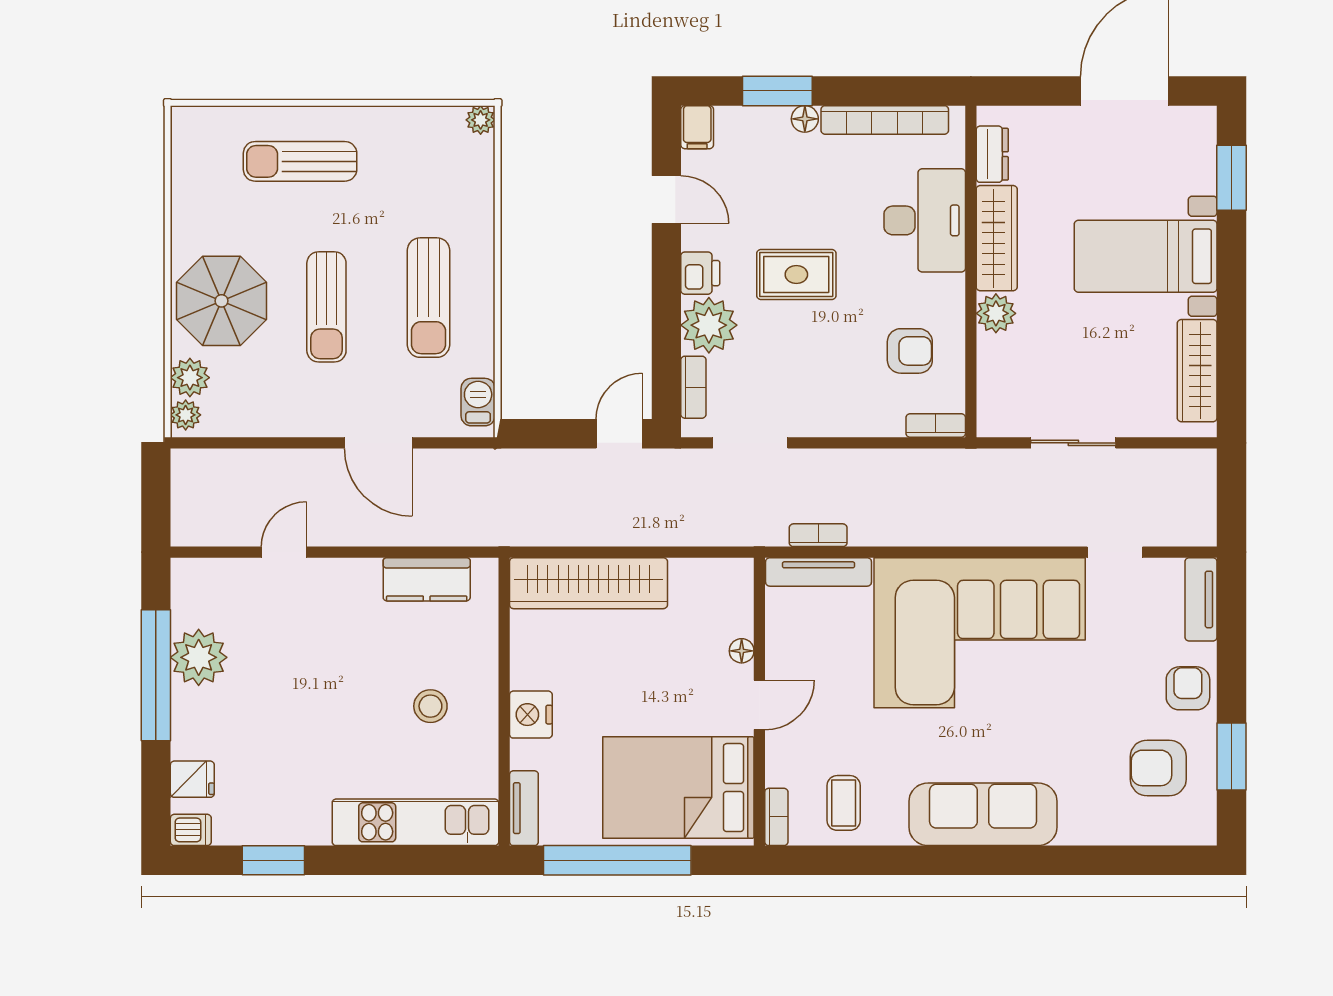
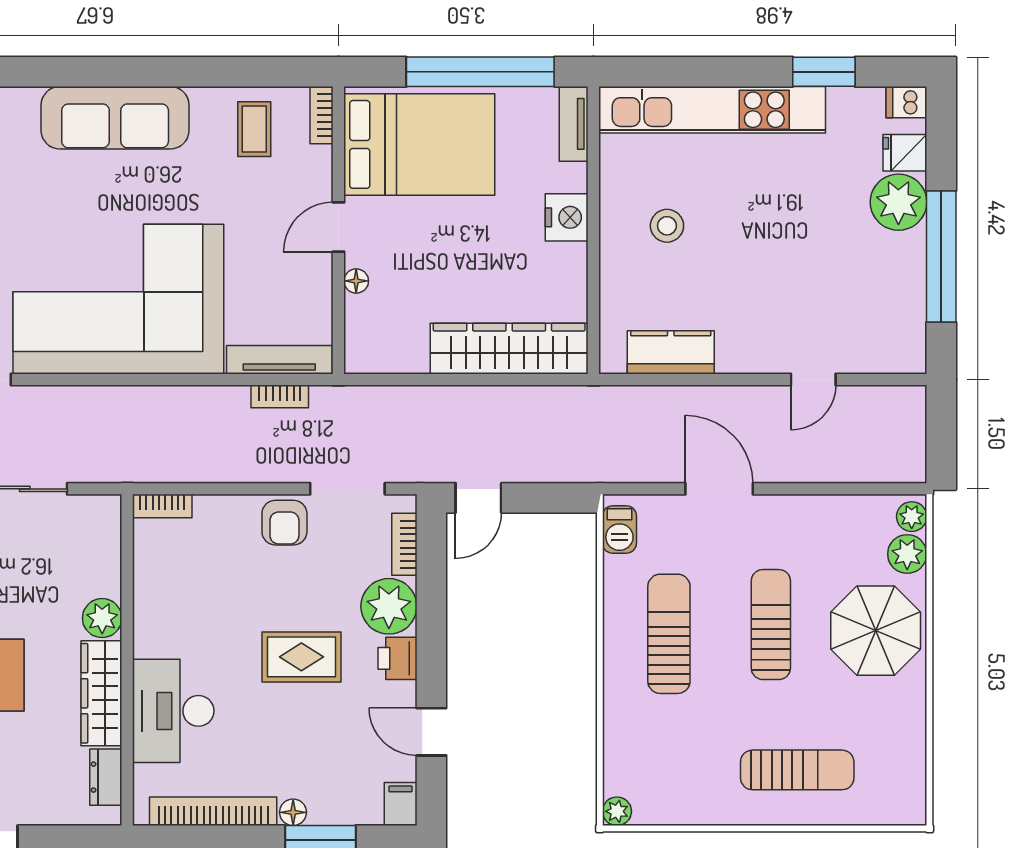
armchair: (910, 351) -> (284, 523), moved, turned -90
plant: (199, 657) -> (898, 202), moved
kitchen unit: (415, 822) -> (712, 110), width x1.36

